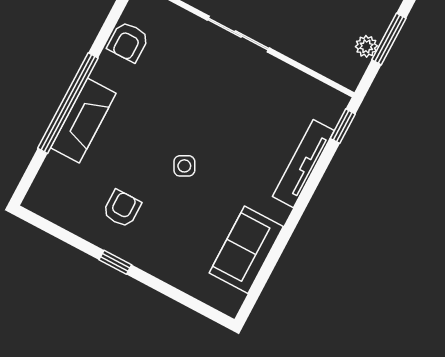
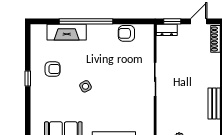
fireplace: (83, 120) -> (67, 32), moved

